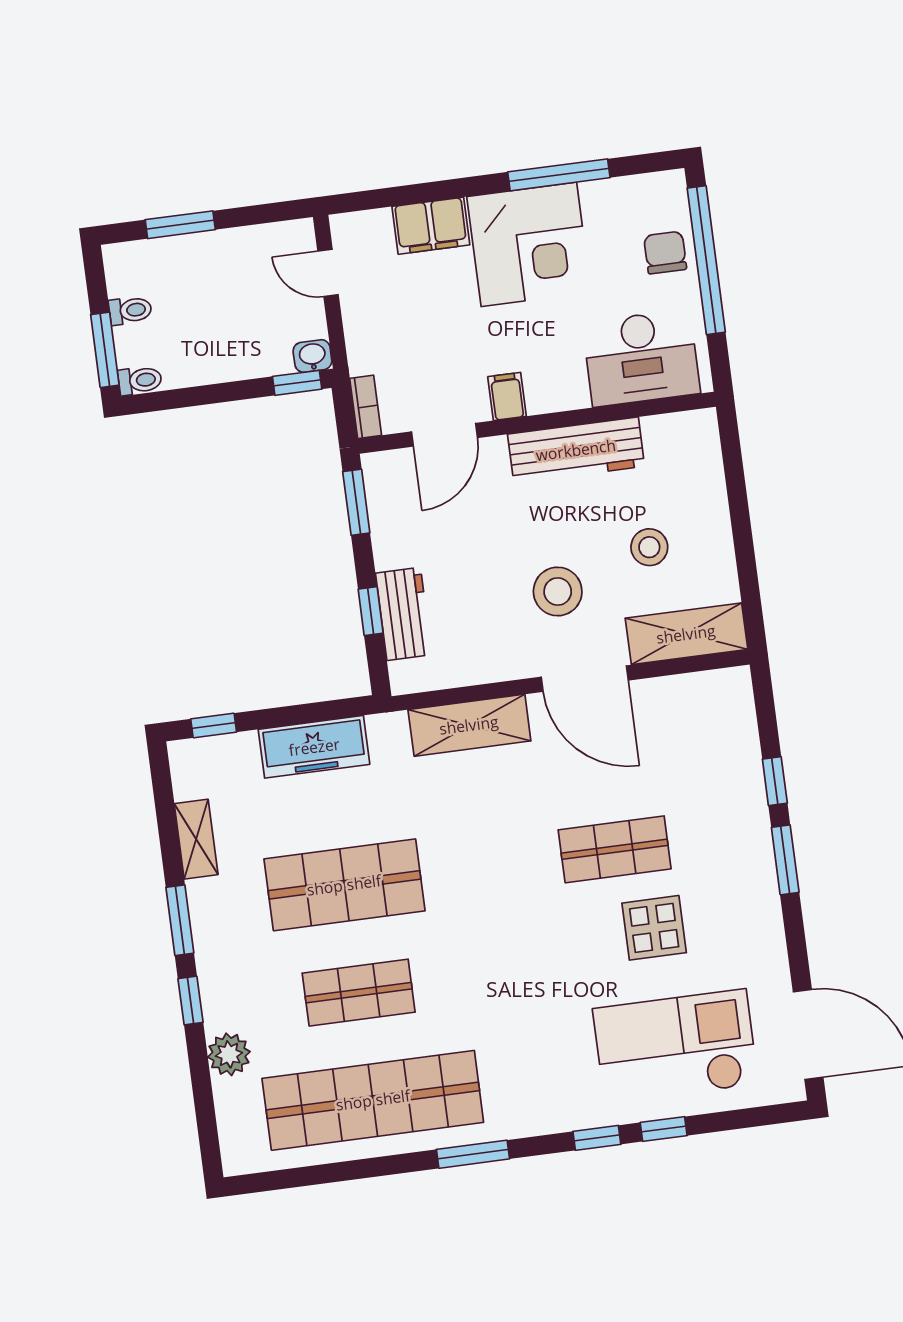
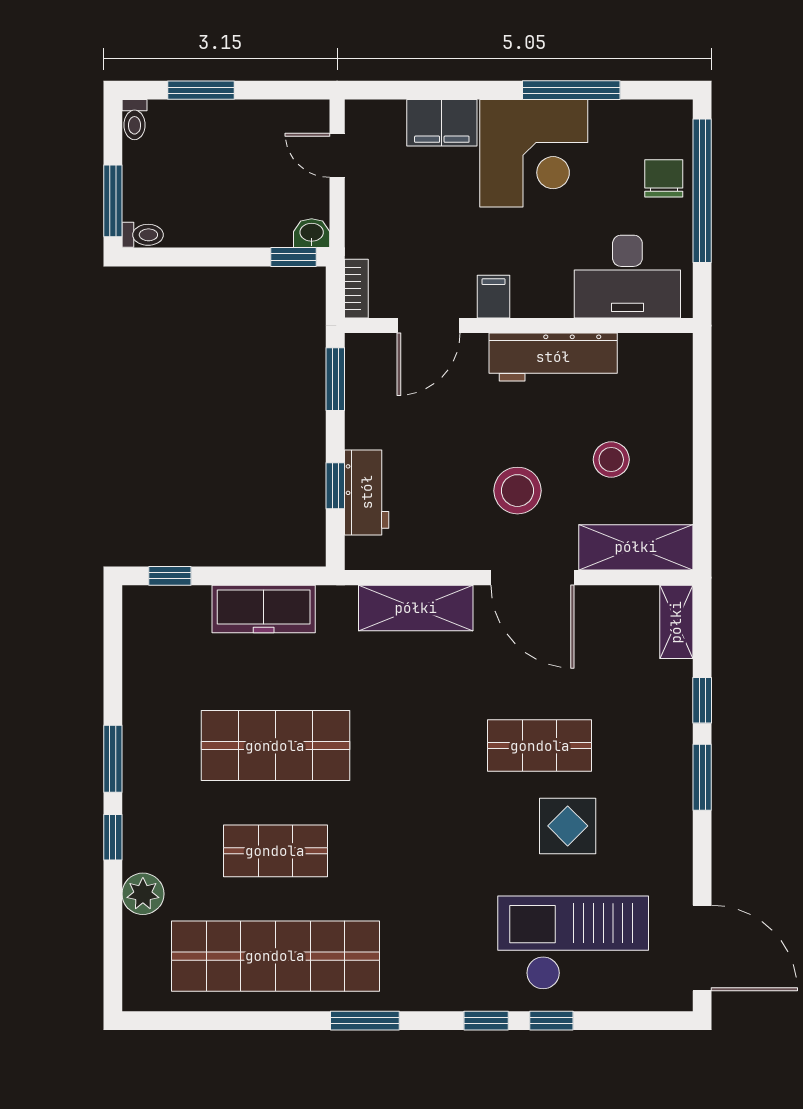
toilet: (130, 310) -> (134, 120), moved, turned 90
shelving: (196, 839) -> (676, 622), moved

